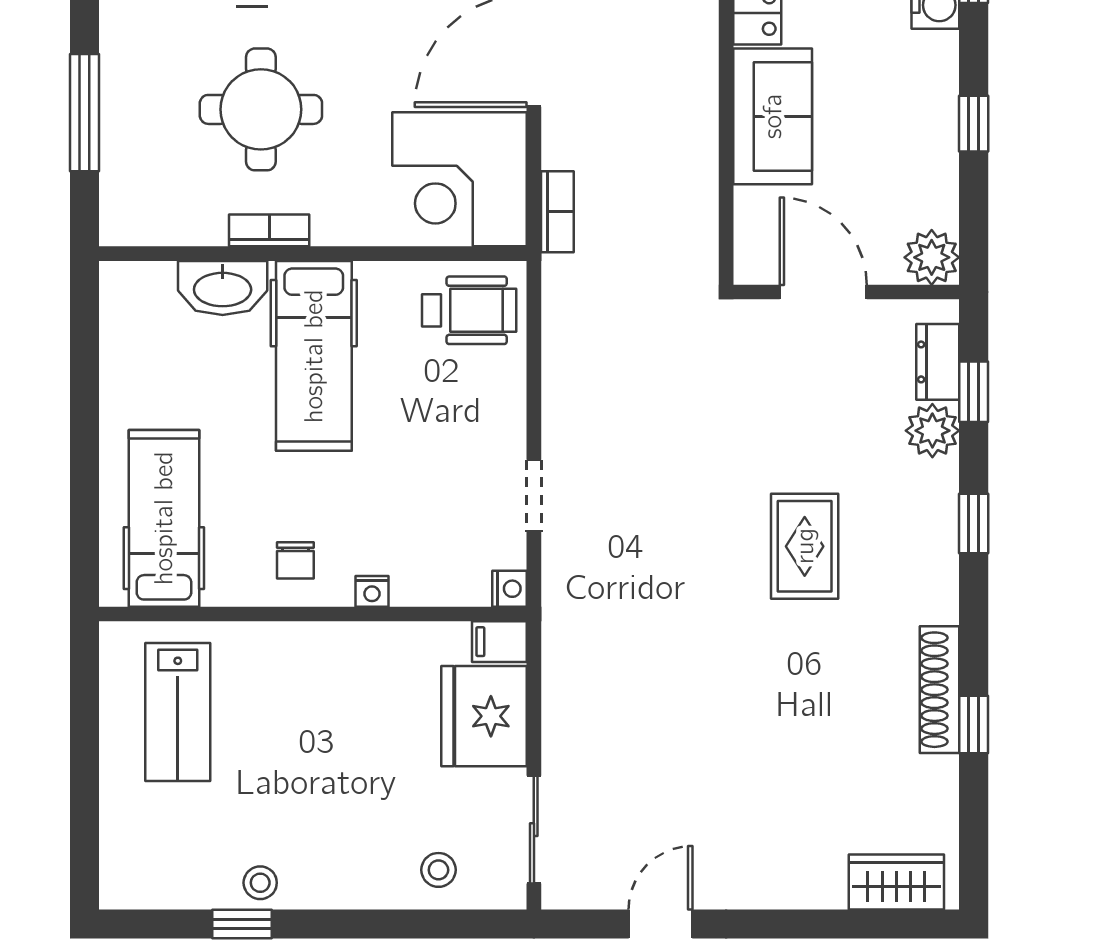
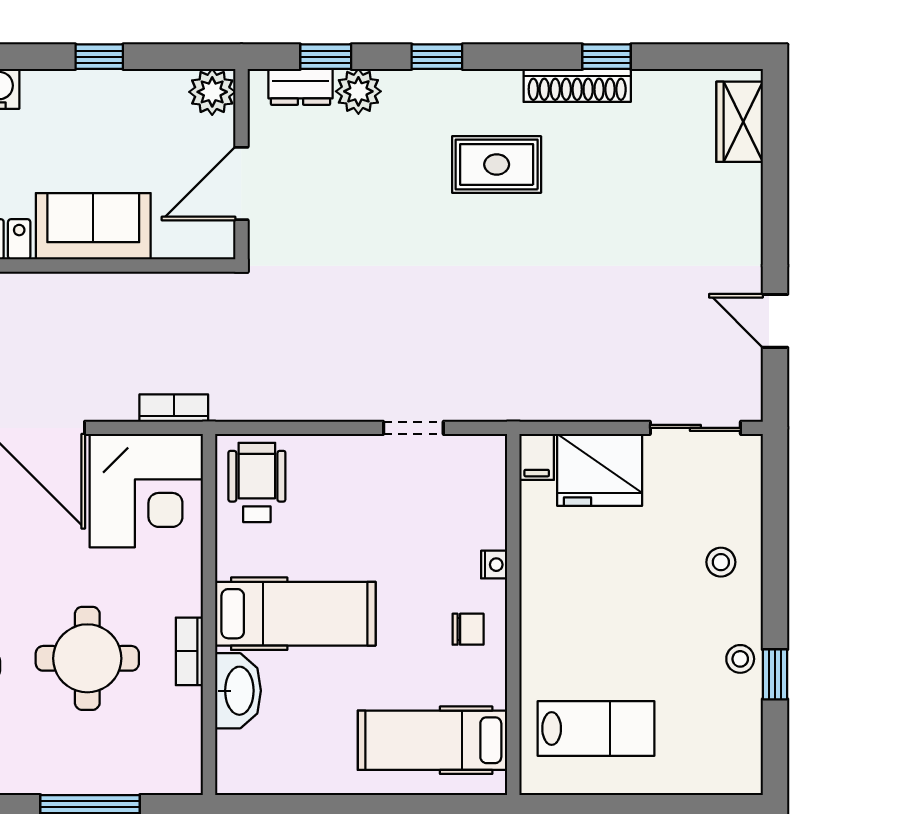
rug: (805, 546) -> (497, 164), moved
nightstand: (510, 589) -> (492, 448), removed
stool: (438, 870) -> (721, 562), moved

